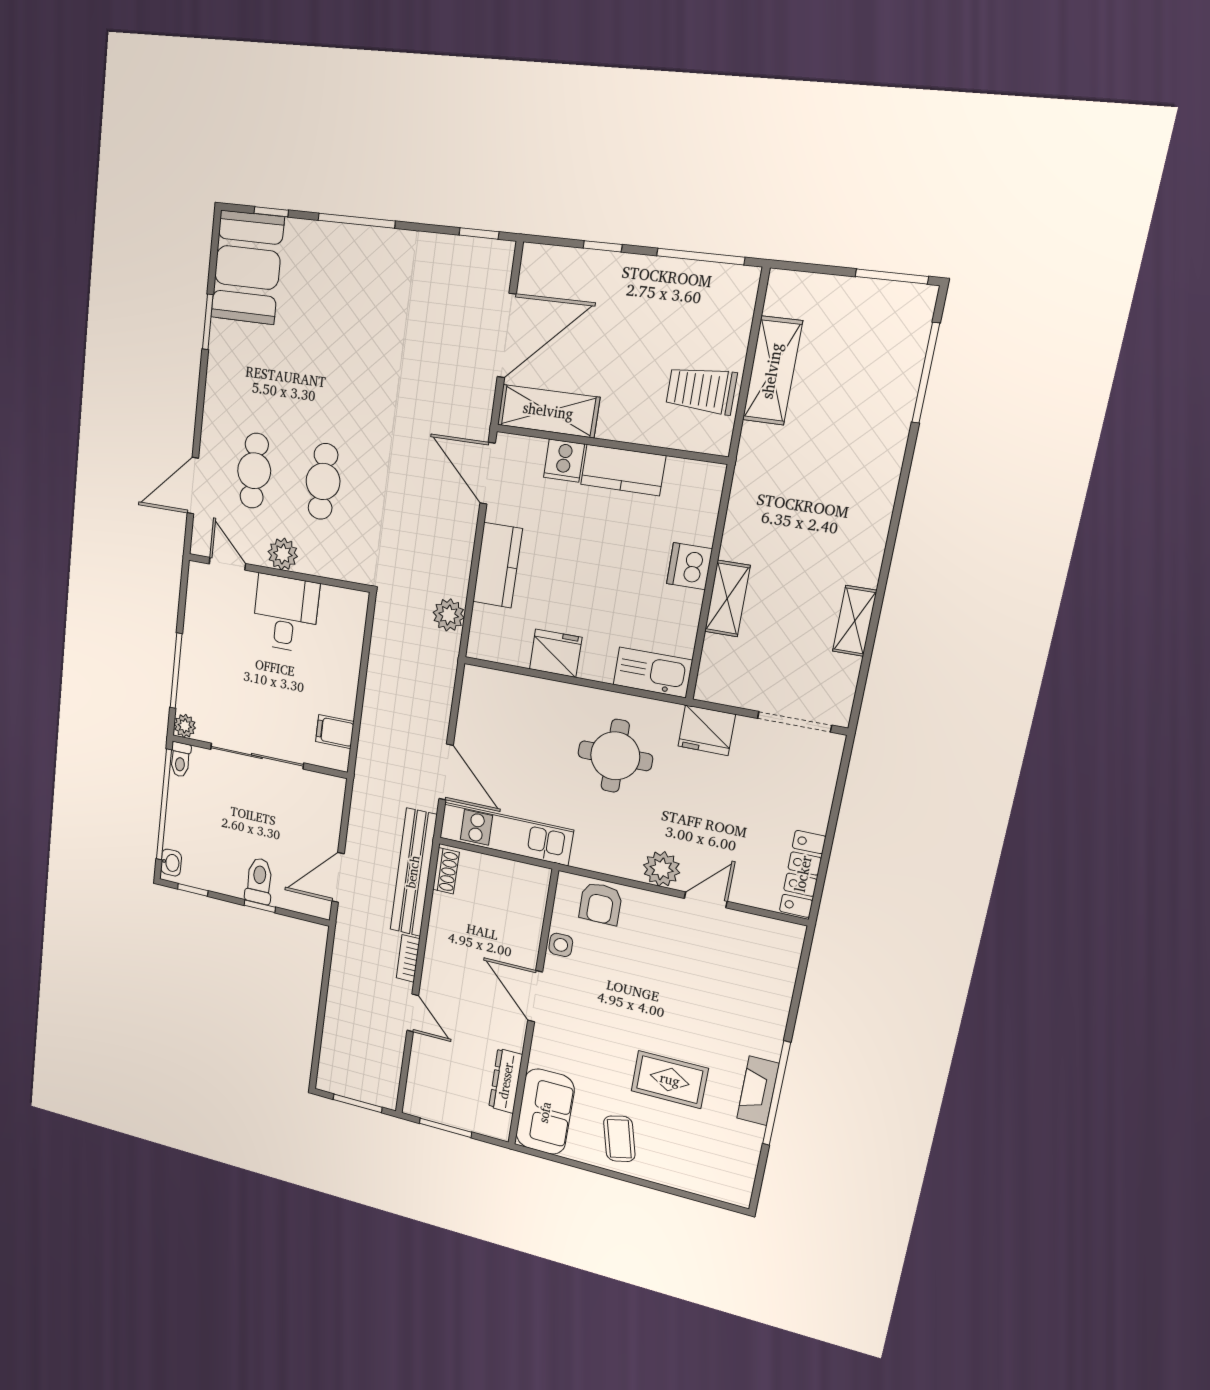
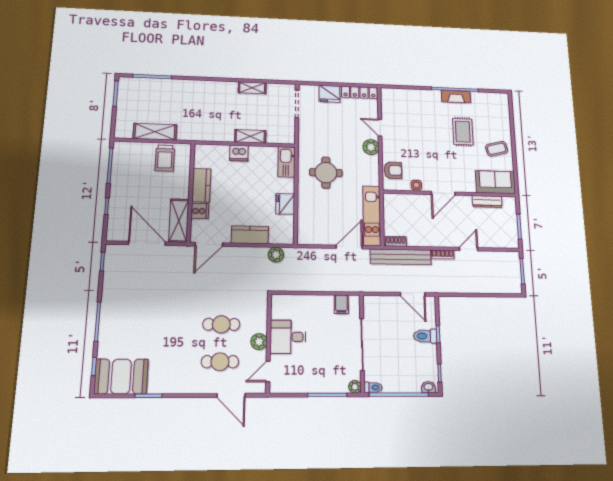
fridge: (707, 730) -> (329, 94), moved, turned 90

